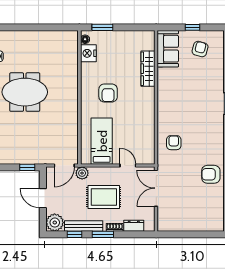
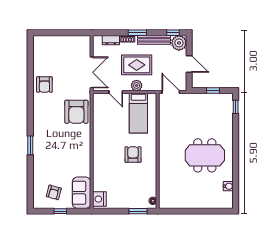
nightstand: (88, 53) -> (99, 199), moved, turned 180
wardrobe: (148, 69) -> (99, 175), removed
armchair: (174, 143) -> (76, 112), width x1.88, depth x1.88
door: (64, 166) -> (171, 92), hinge flipped
window: (27, 167) -> (213, 90), moved
plant: (82, 173) -> (137, 85), moved
armchair: (211, 174) -> (44, 84), turned 90
window: (75, 234) -> (173, 33), moved

